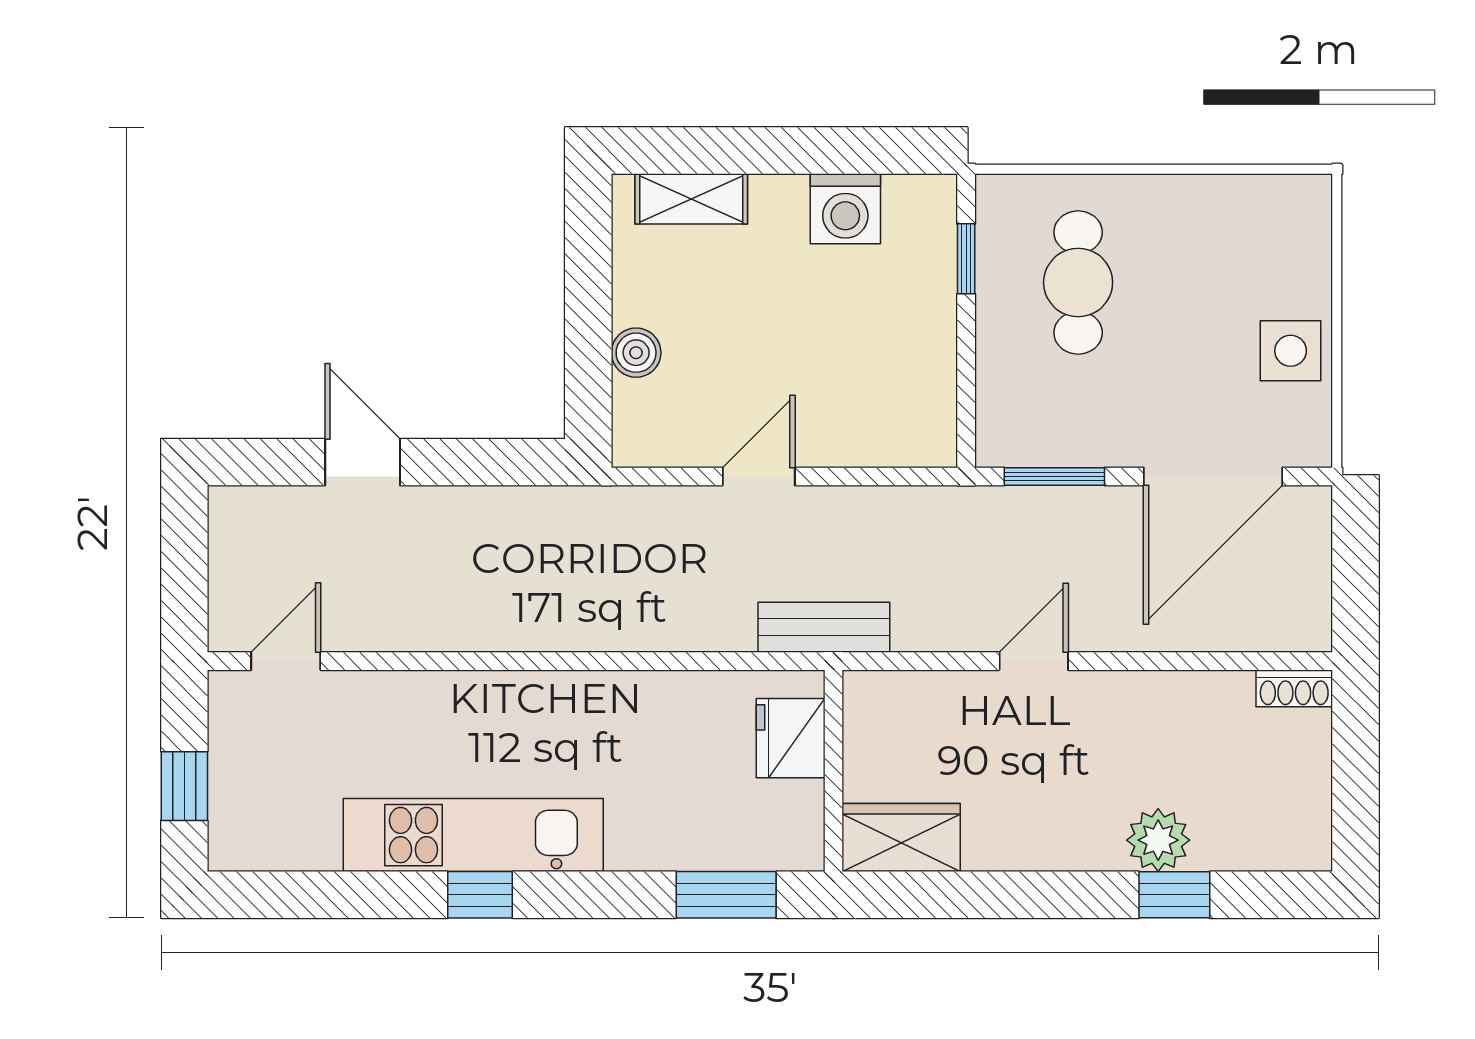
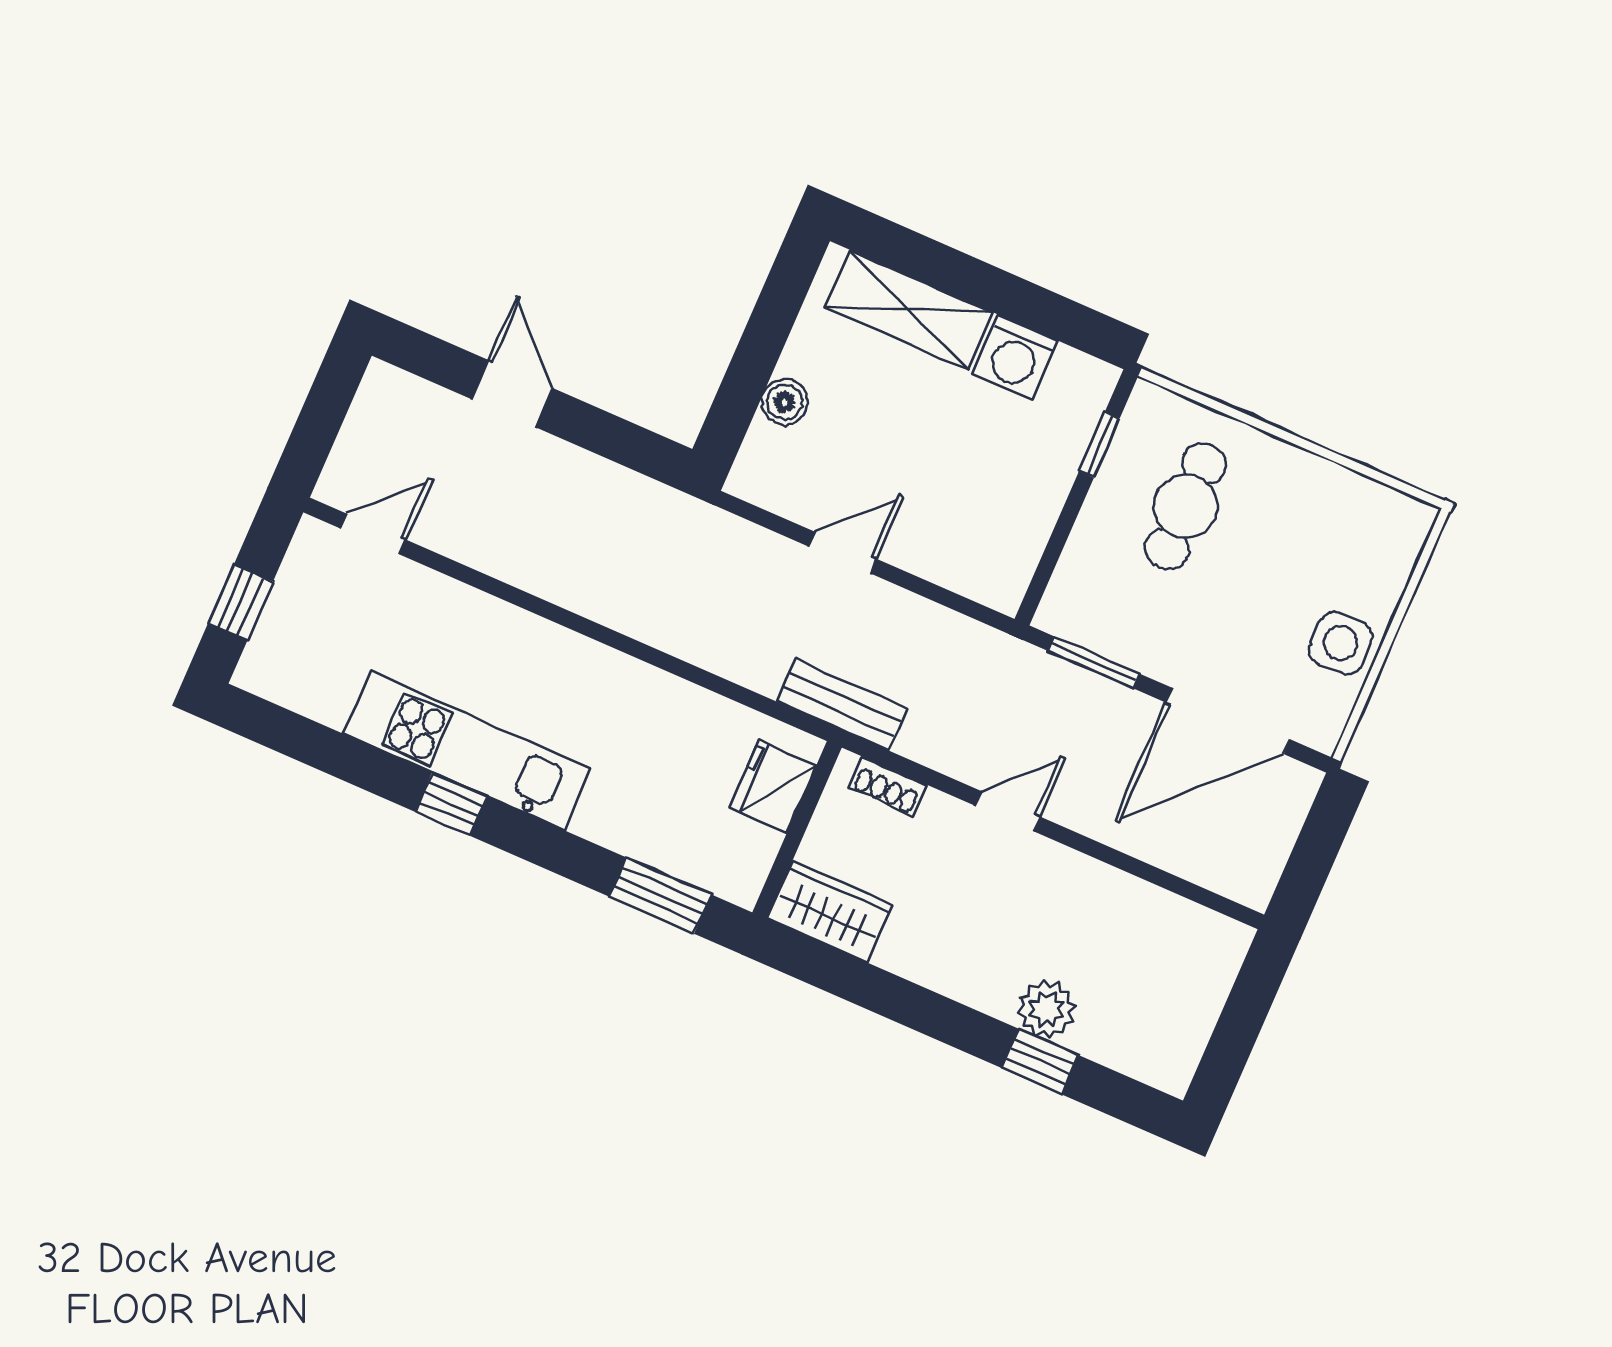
shelving: (691, 199) -> (909, 310), width x1.50, depth x1.33
shoe rack: (1294, 688) -> (888, 786), moved

